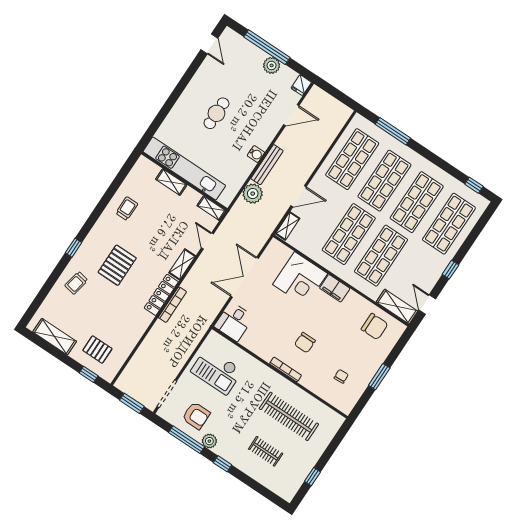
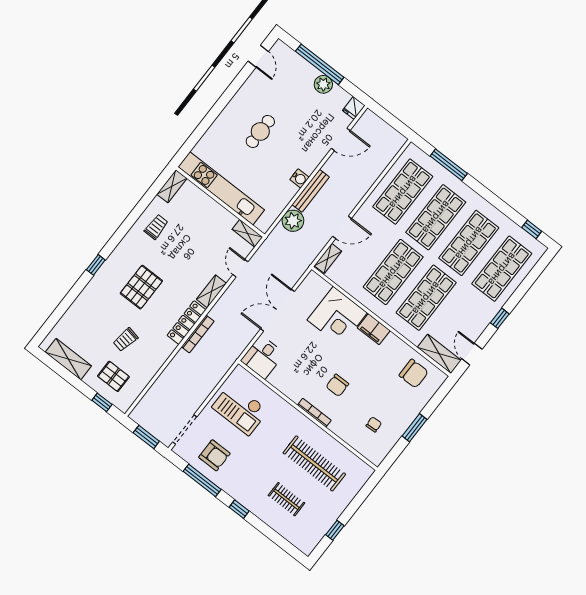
shelving: (171, 182) -> (172, 186), moved, turned 90
trolley: (76, 283) -> (126, 340), moved
plant: (209, 441) -> (227, 484), removed

